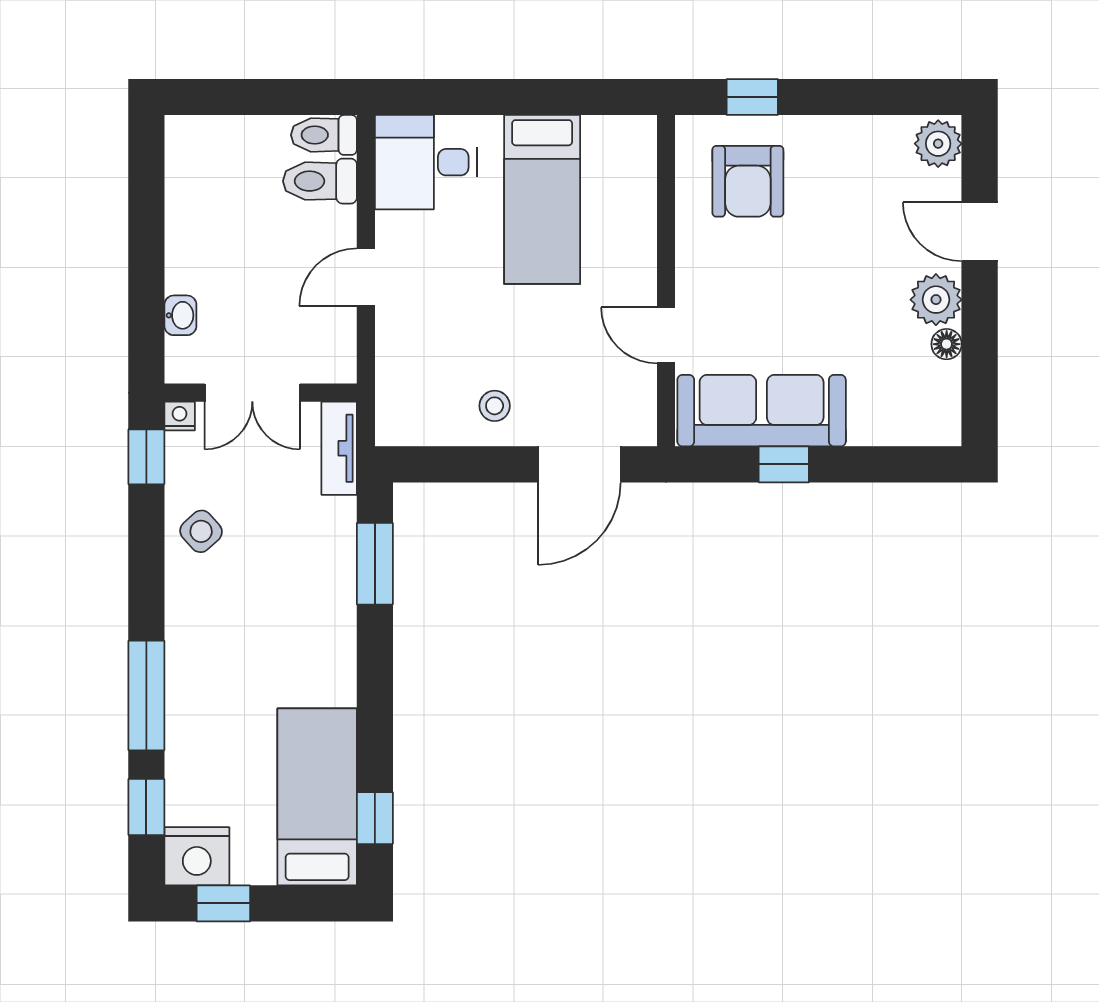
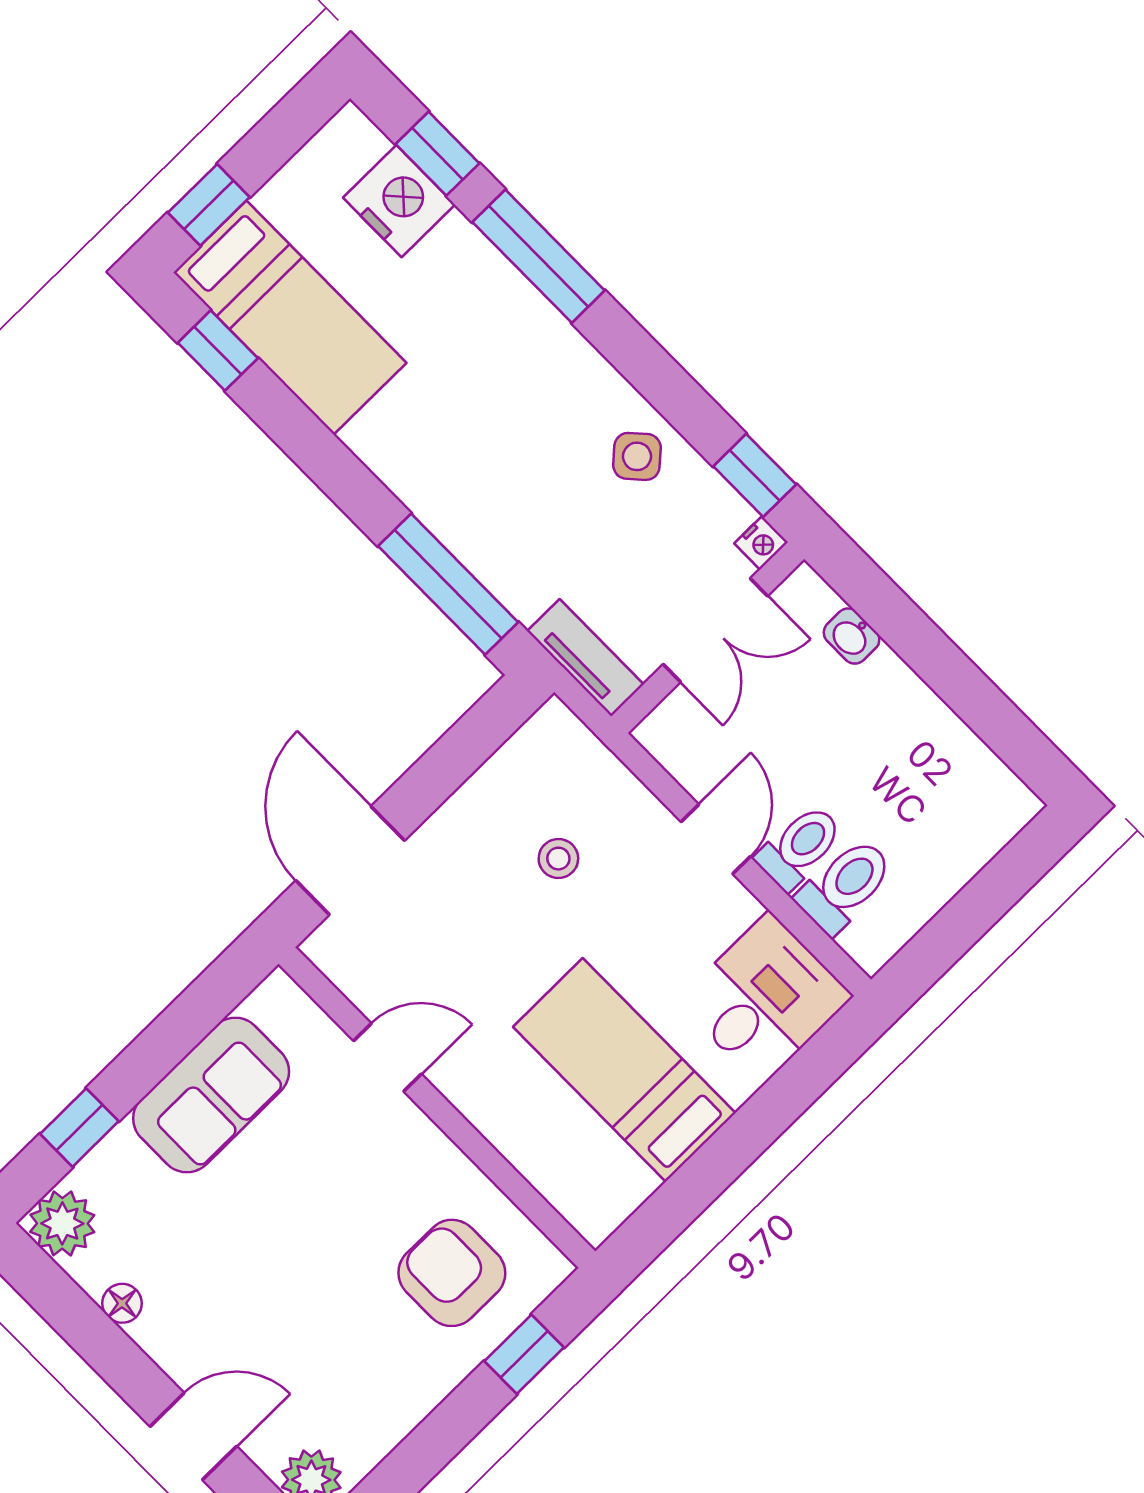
toilet: (324, 135) -> (800, 847), moved
plant: (936, 300) -> (62, 1223), moved
double door: (252, 393) -> (715, 630), swing flipped
stool: (495, 406) -> (558, 859), moved
sofa: (762, 411) -> (211, 1095), width x0.73
window: (784, 464) -> (79, 1128), moved
window: (375, 564) -> (448, 584), width x1.44
nightstand: (197, 856) -> (399, 201), moved, turned 90
window: (223, 903) -> (209, 205), moved

